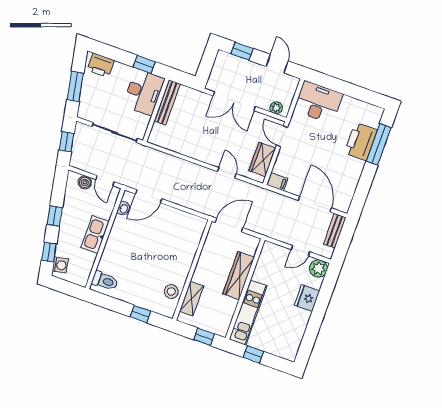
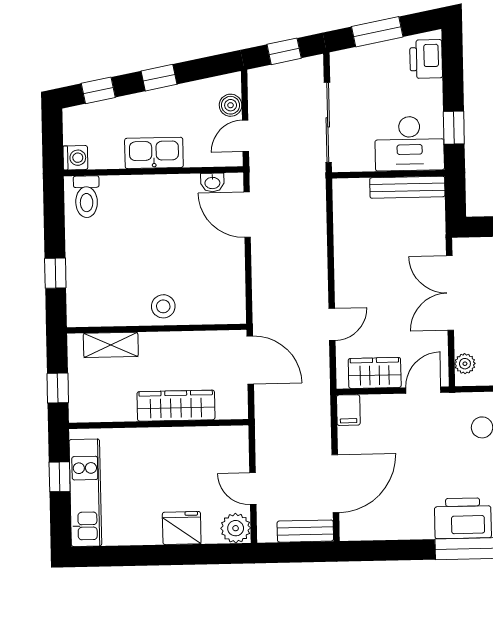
washing machine: (60, 265) -> (75, 158), moved, turned -79
stool: (171, 292) -> (163, 306), moved
kitchen unit: (248, 313) -> (85, 493), moved, turned -90

